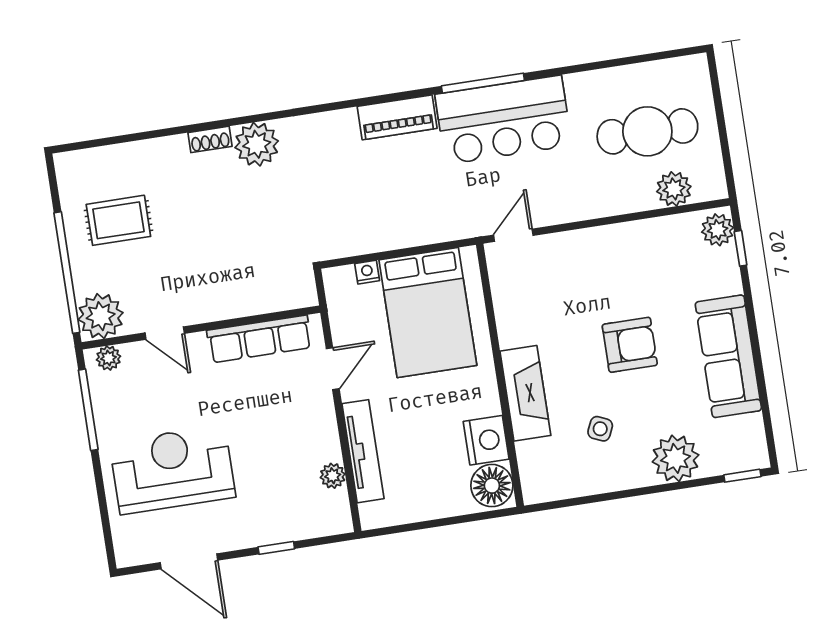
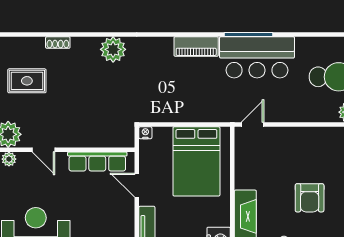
shoe rack: (210, 139) -> (58, 43), moved
nightstand: (367, 272) -> (145, 133), moved
armchair: (630, 345) -> (310, 198), turned 90
door: (333, 369) -> (137, 185), swing flipped

